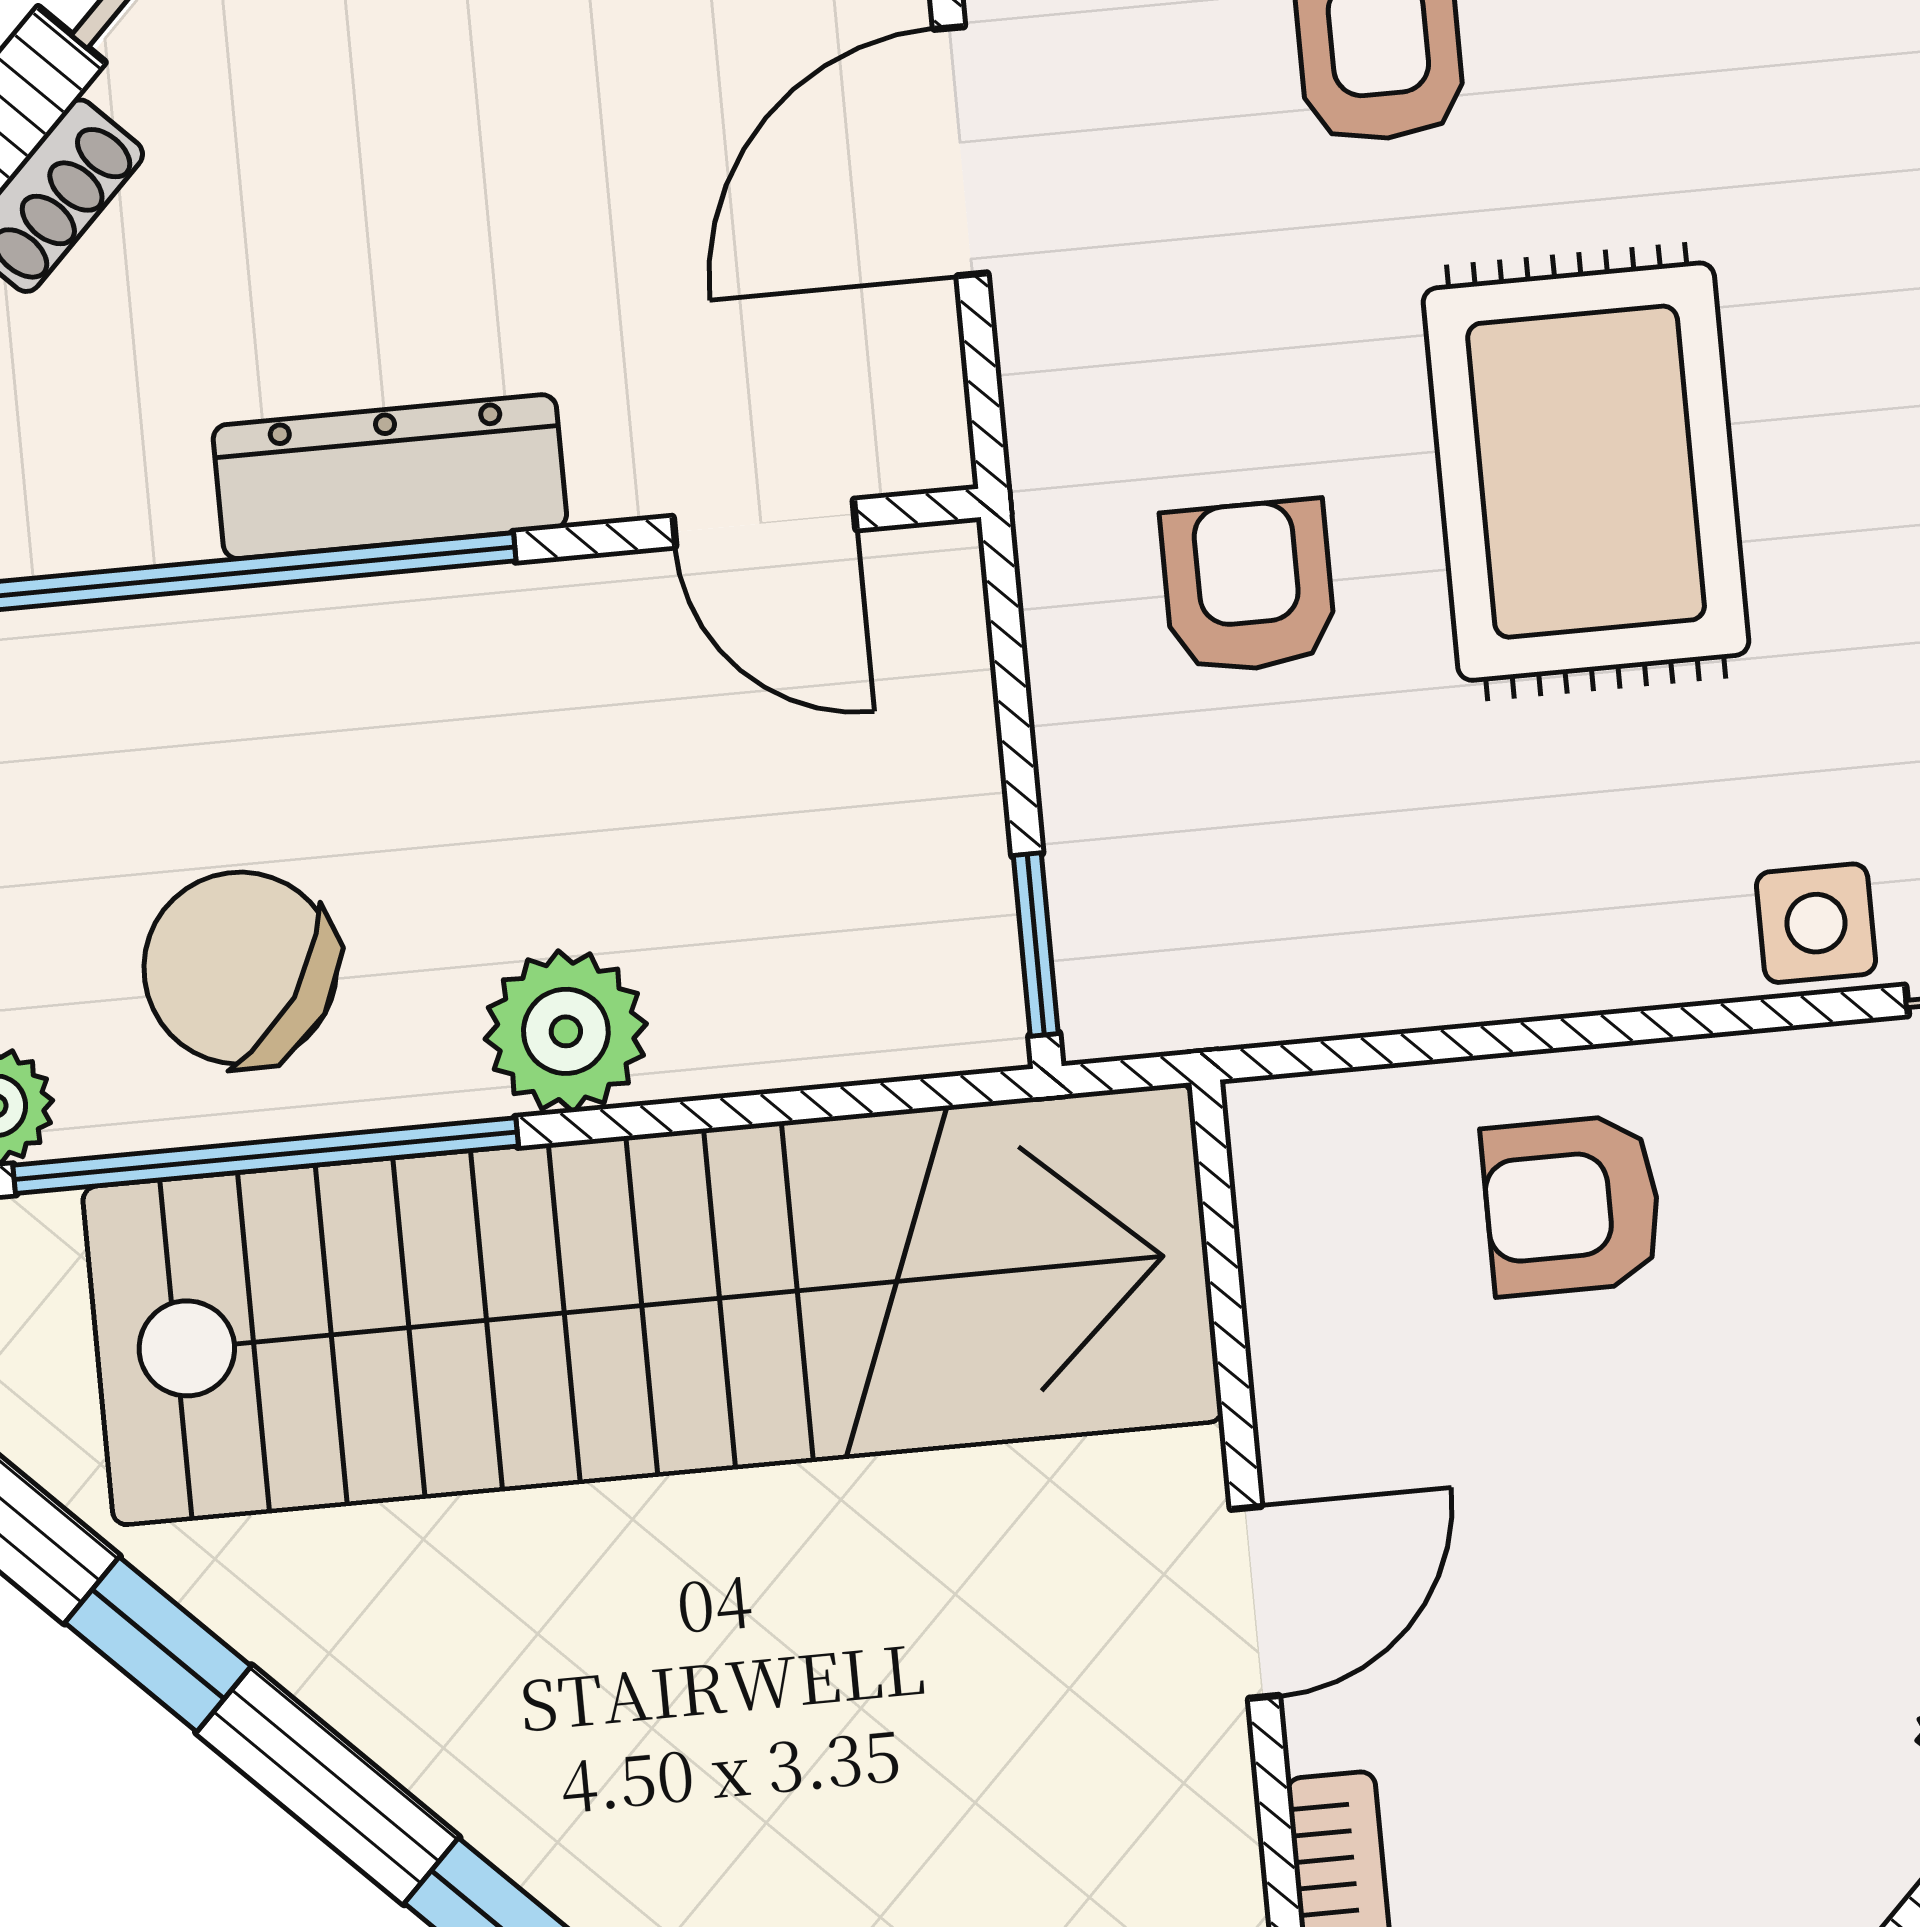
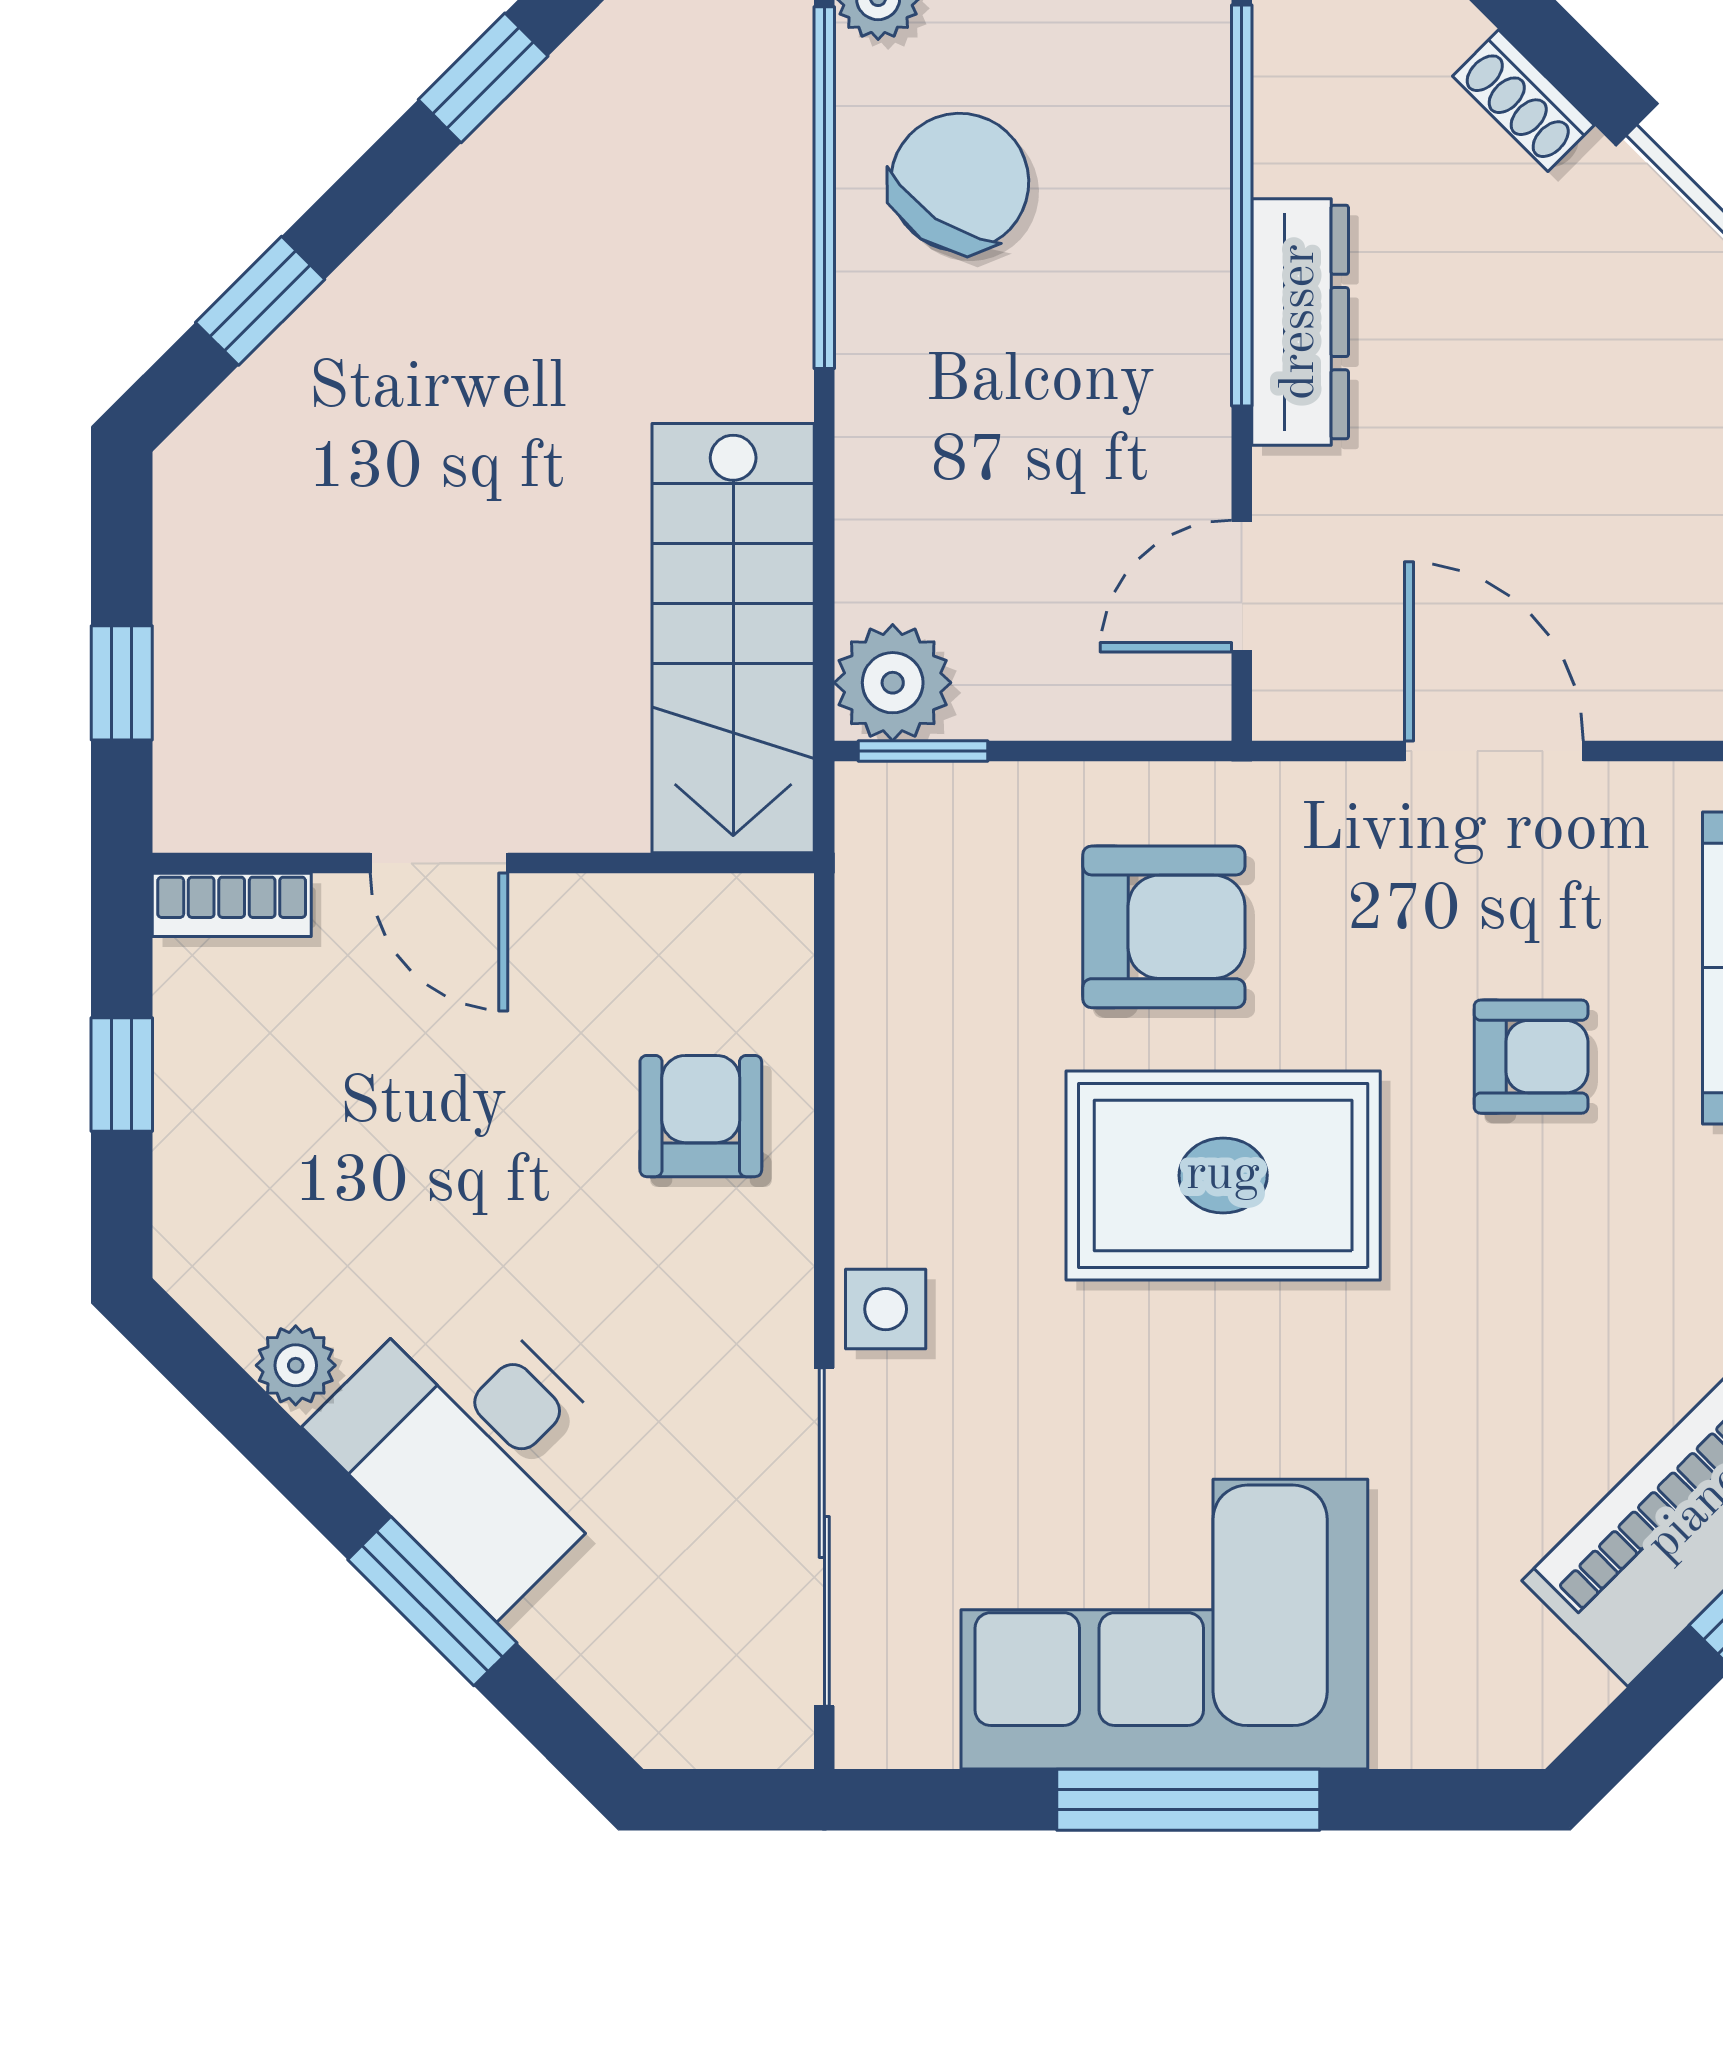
armchair: (1248, 587) -> (1164, 927), width x1.38, depth x1.38
plant: (566, 1031) -> (893, 683), moved
stairs: (653, 1304) -> (733, 638), width x0.54, depth x0.66

